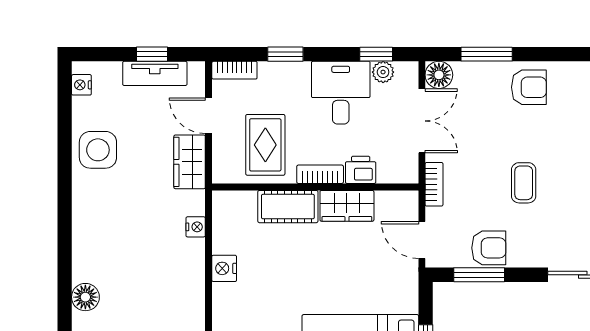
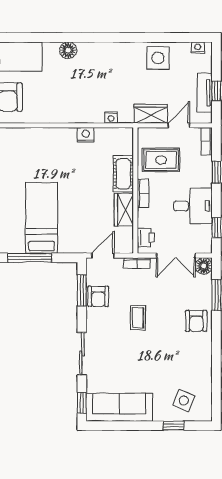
plant: (383, 72) -> (205, 232), removed
printer: (361, 170) -> (146, 238), moved
coffee table: (524, 183) -> (138, 318), turned 90

